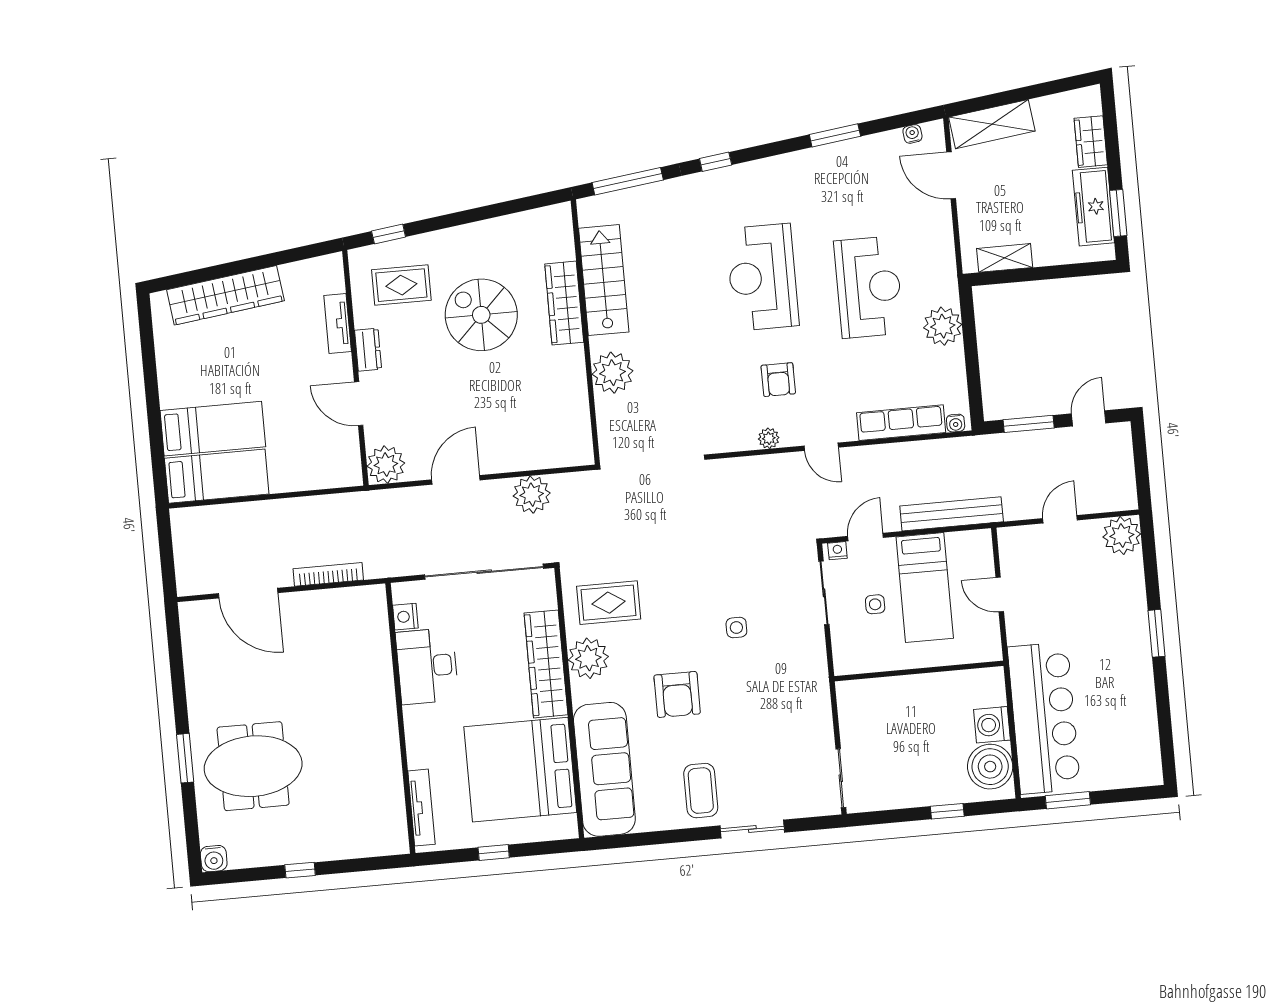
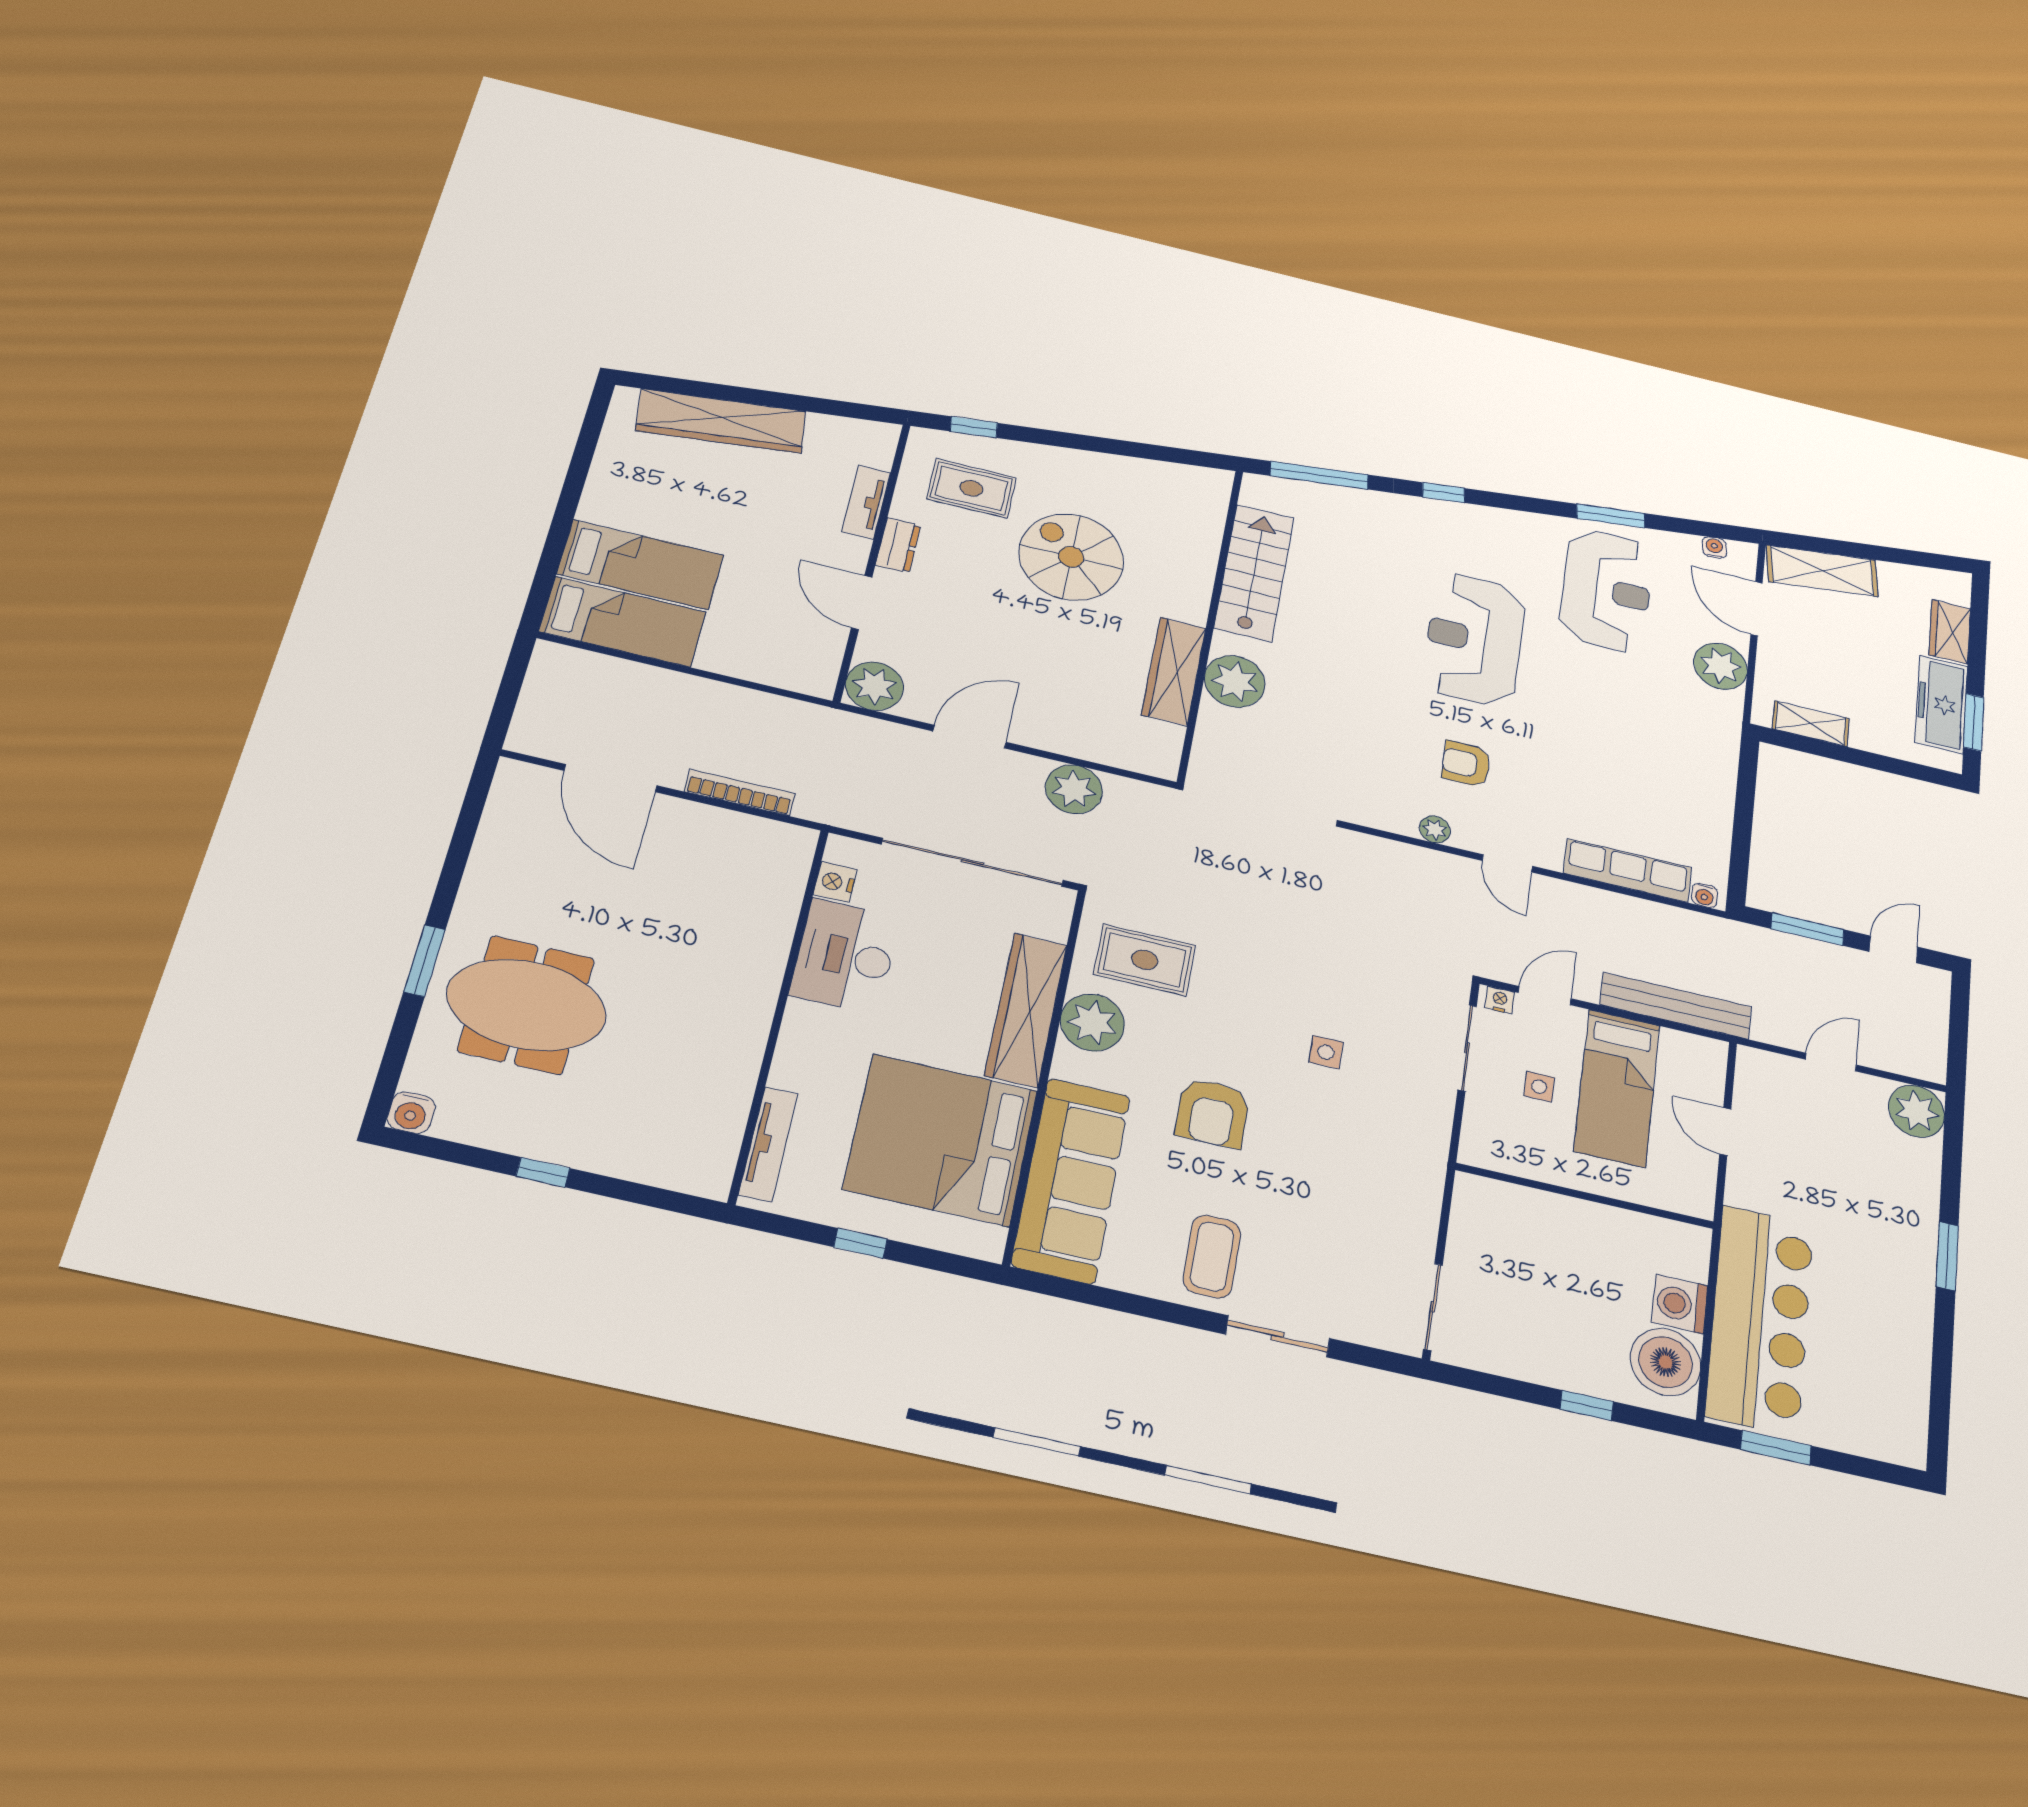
reception desk: (869, 287) -> (1607, 590), moved
wardrobe: (564, 303) -> (1174, 671), moved
plant: (943, 326) -> (1721, 666), moved
armchair: (778, 380) -> (1466, 764), turned 90

